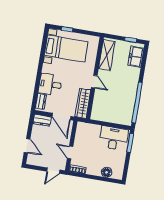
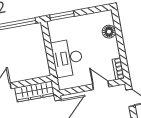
desk: (114, 138) -> (67, 58), moved
door: (70, 152) -> (101, 85), swing flipped

